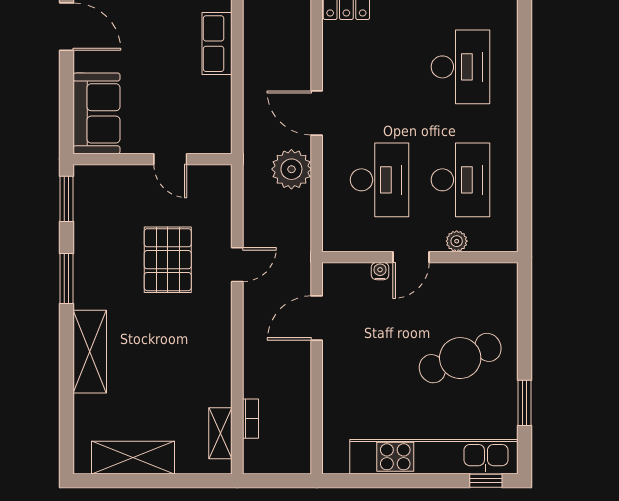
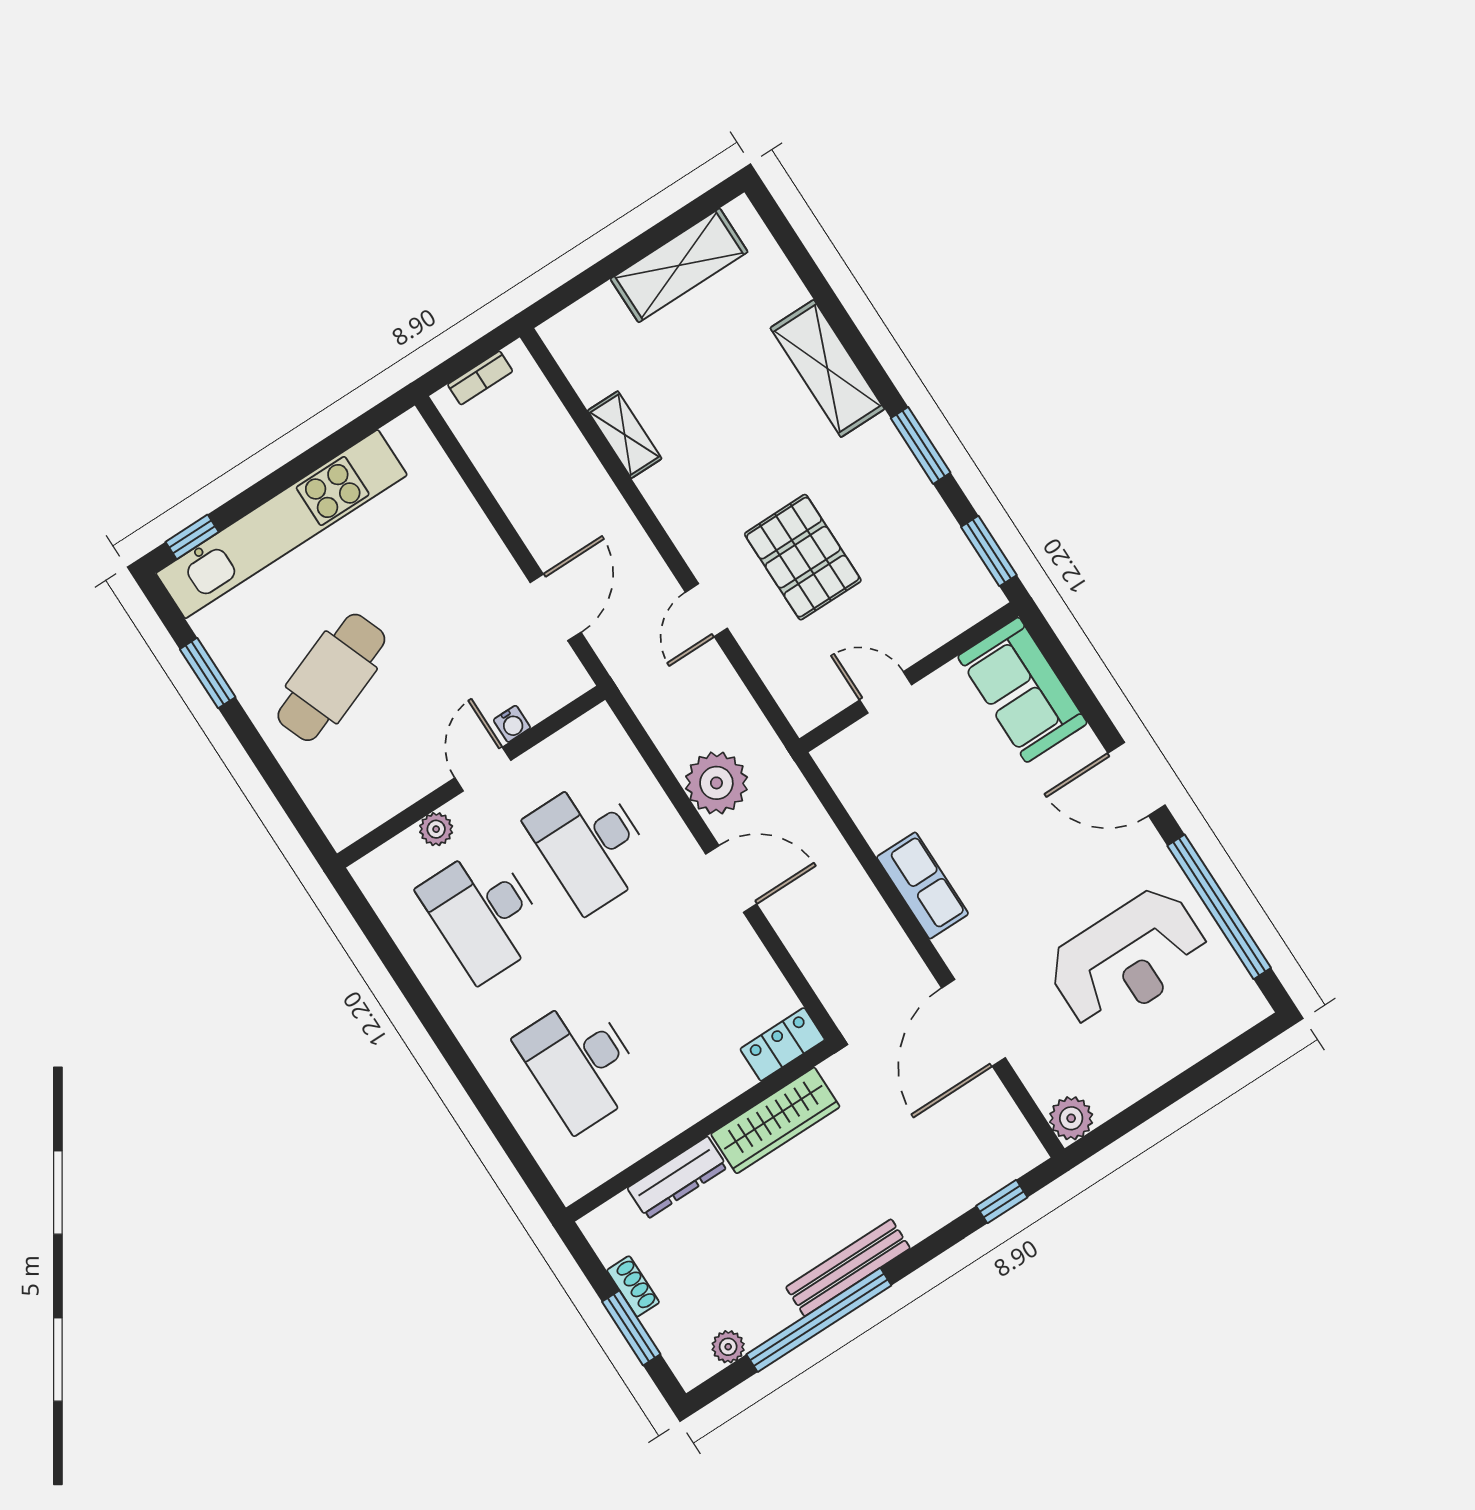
bookcase: (250, 419) -> (480, 378), moved, turned -90
shelving: (220, 433) -> (625, 435), moved

